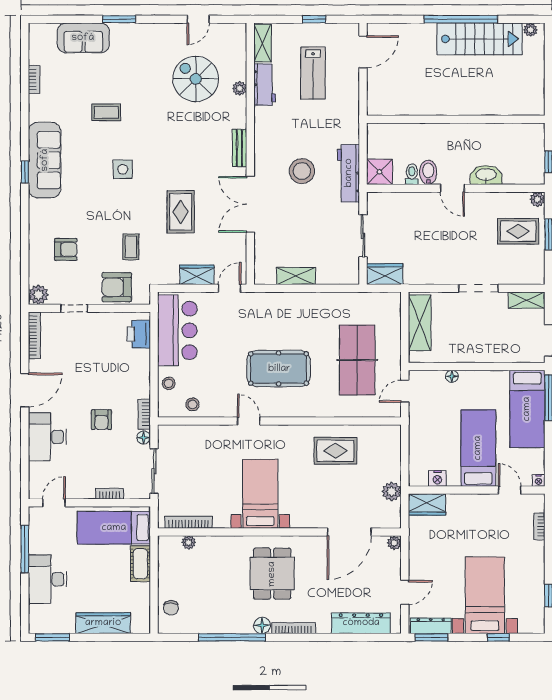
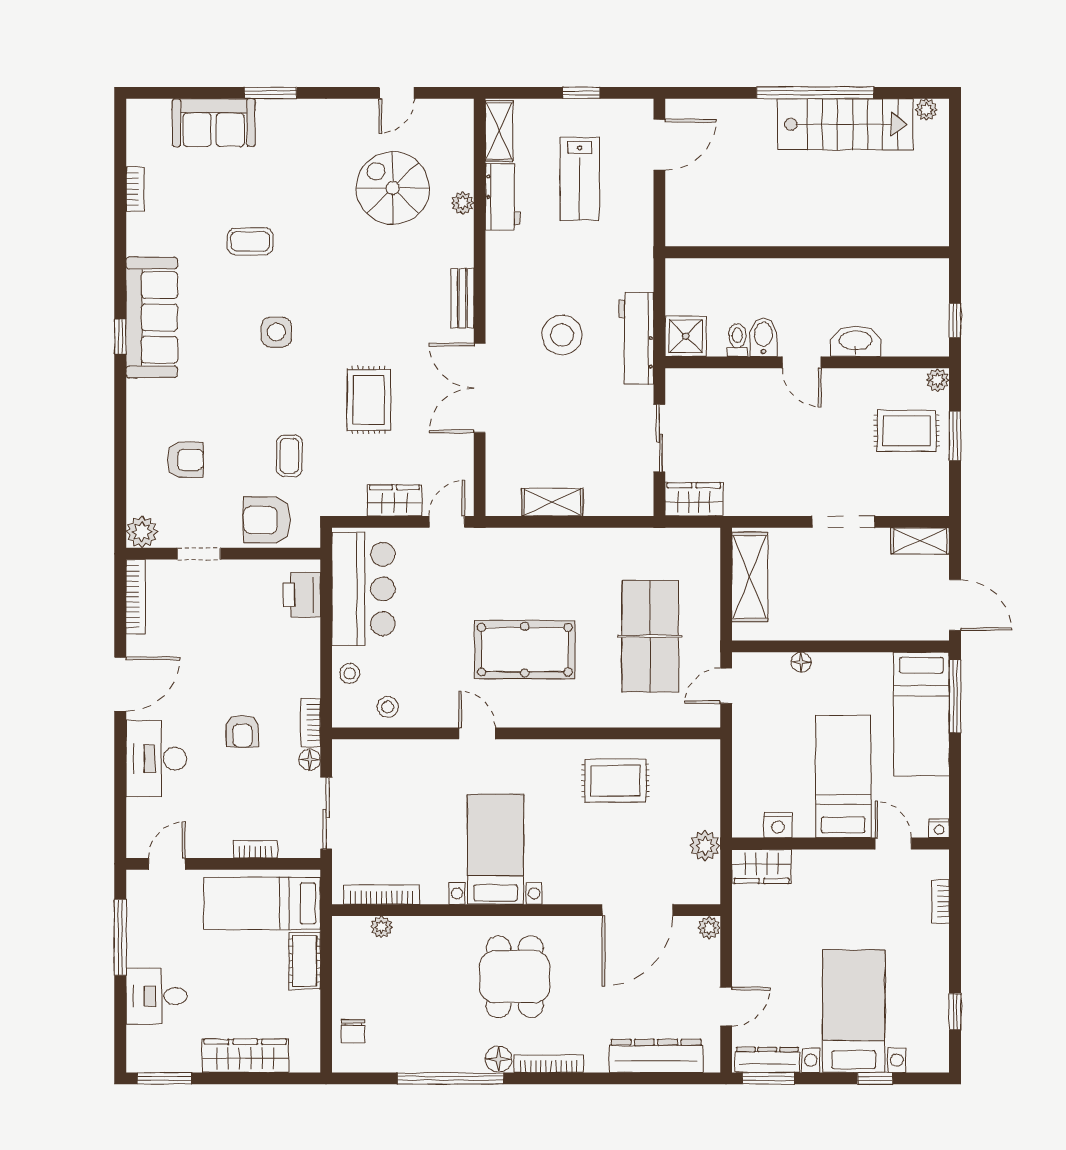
desk: (48, 579) -> (157, 996), width x0.73

